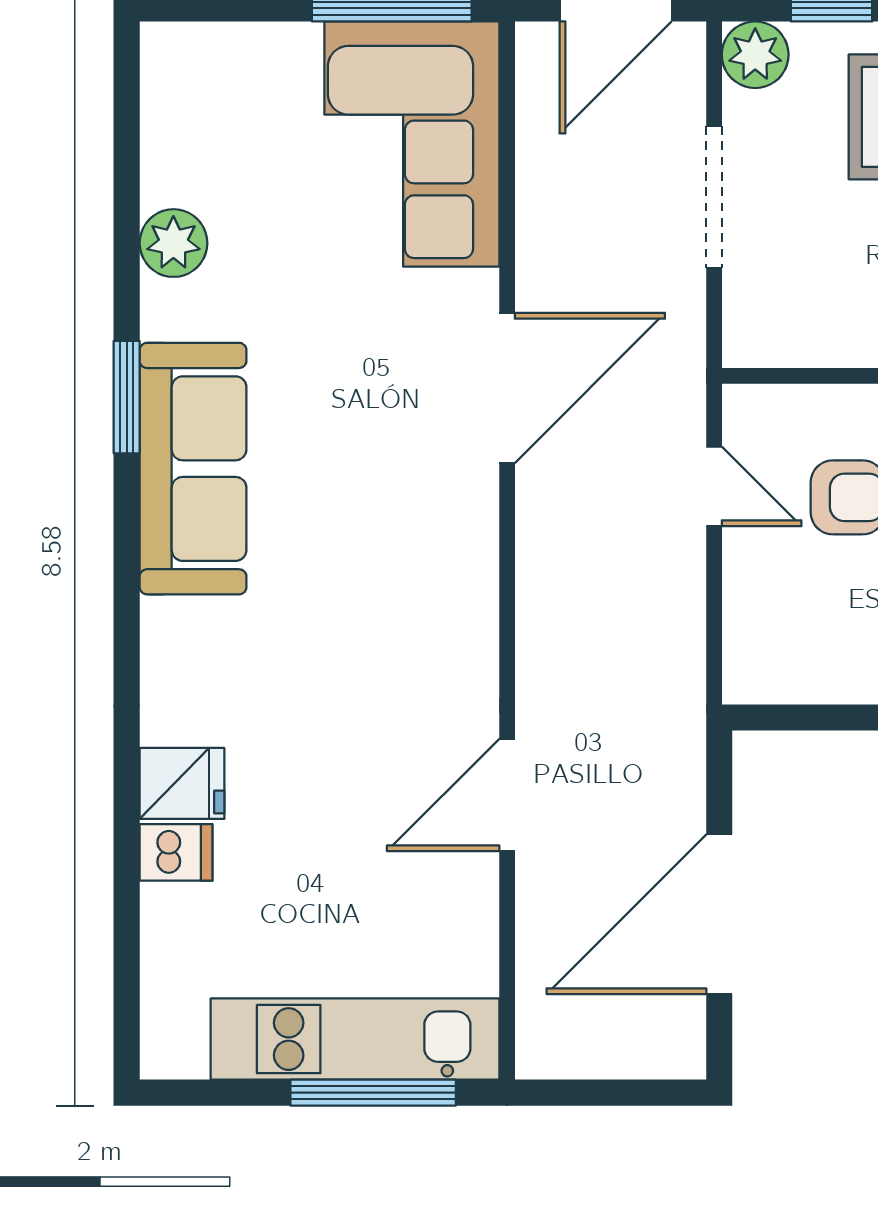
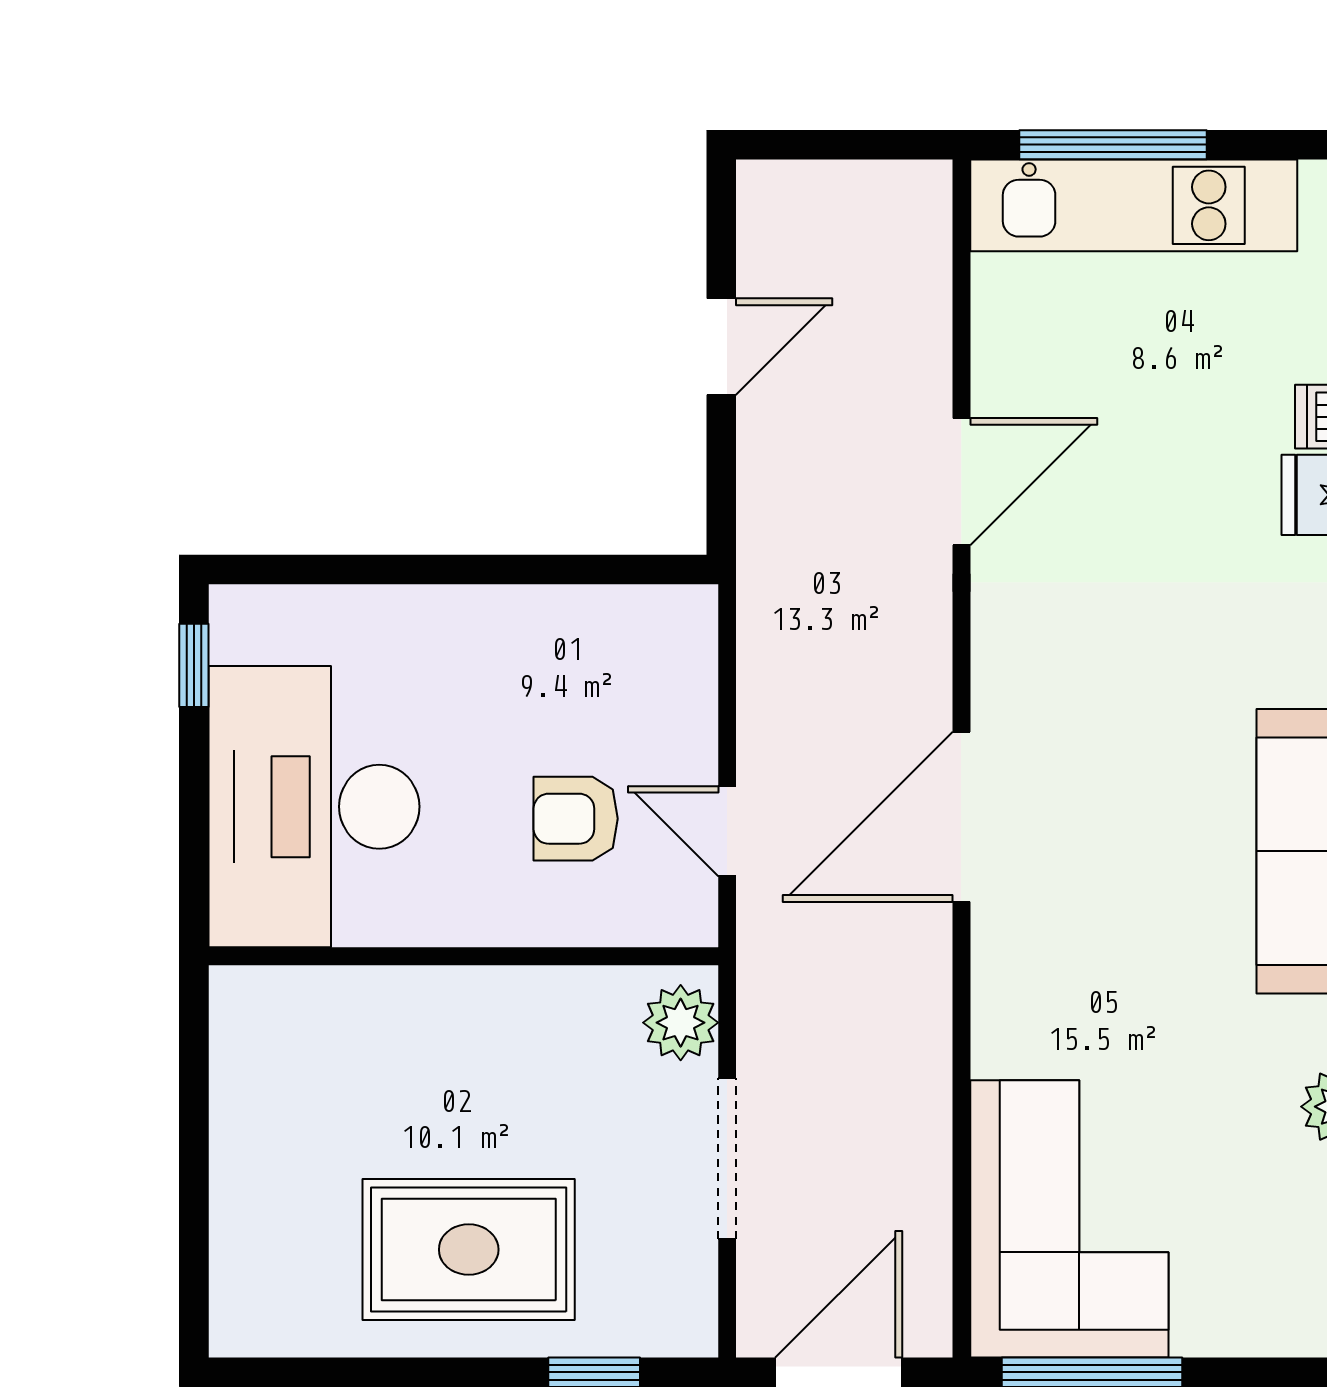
plant: (755, 55) -> (681, 1023), moved
door: (507, 388) -> (961, 817), moved
door: (719, 914) -> (721, 347), width x0.53

